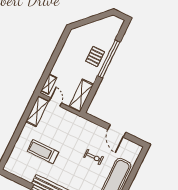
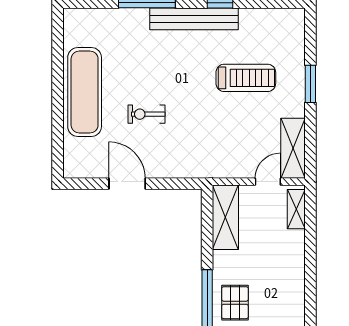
door: (55, 102) -> (268, 182), swing flipped
window: (16, 135) -> (310, 84), added

